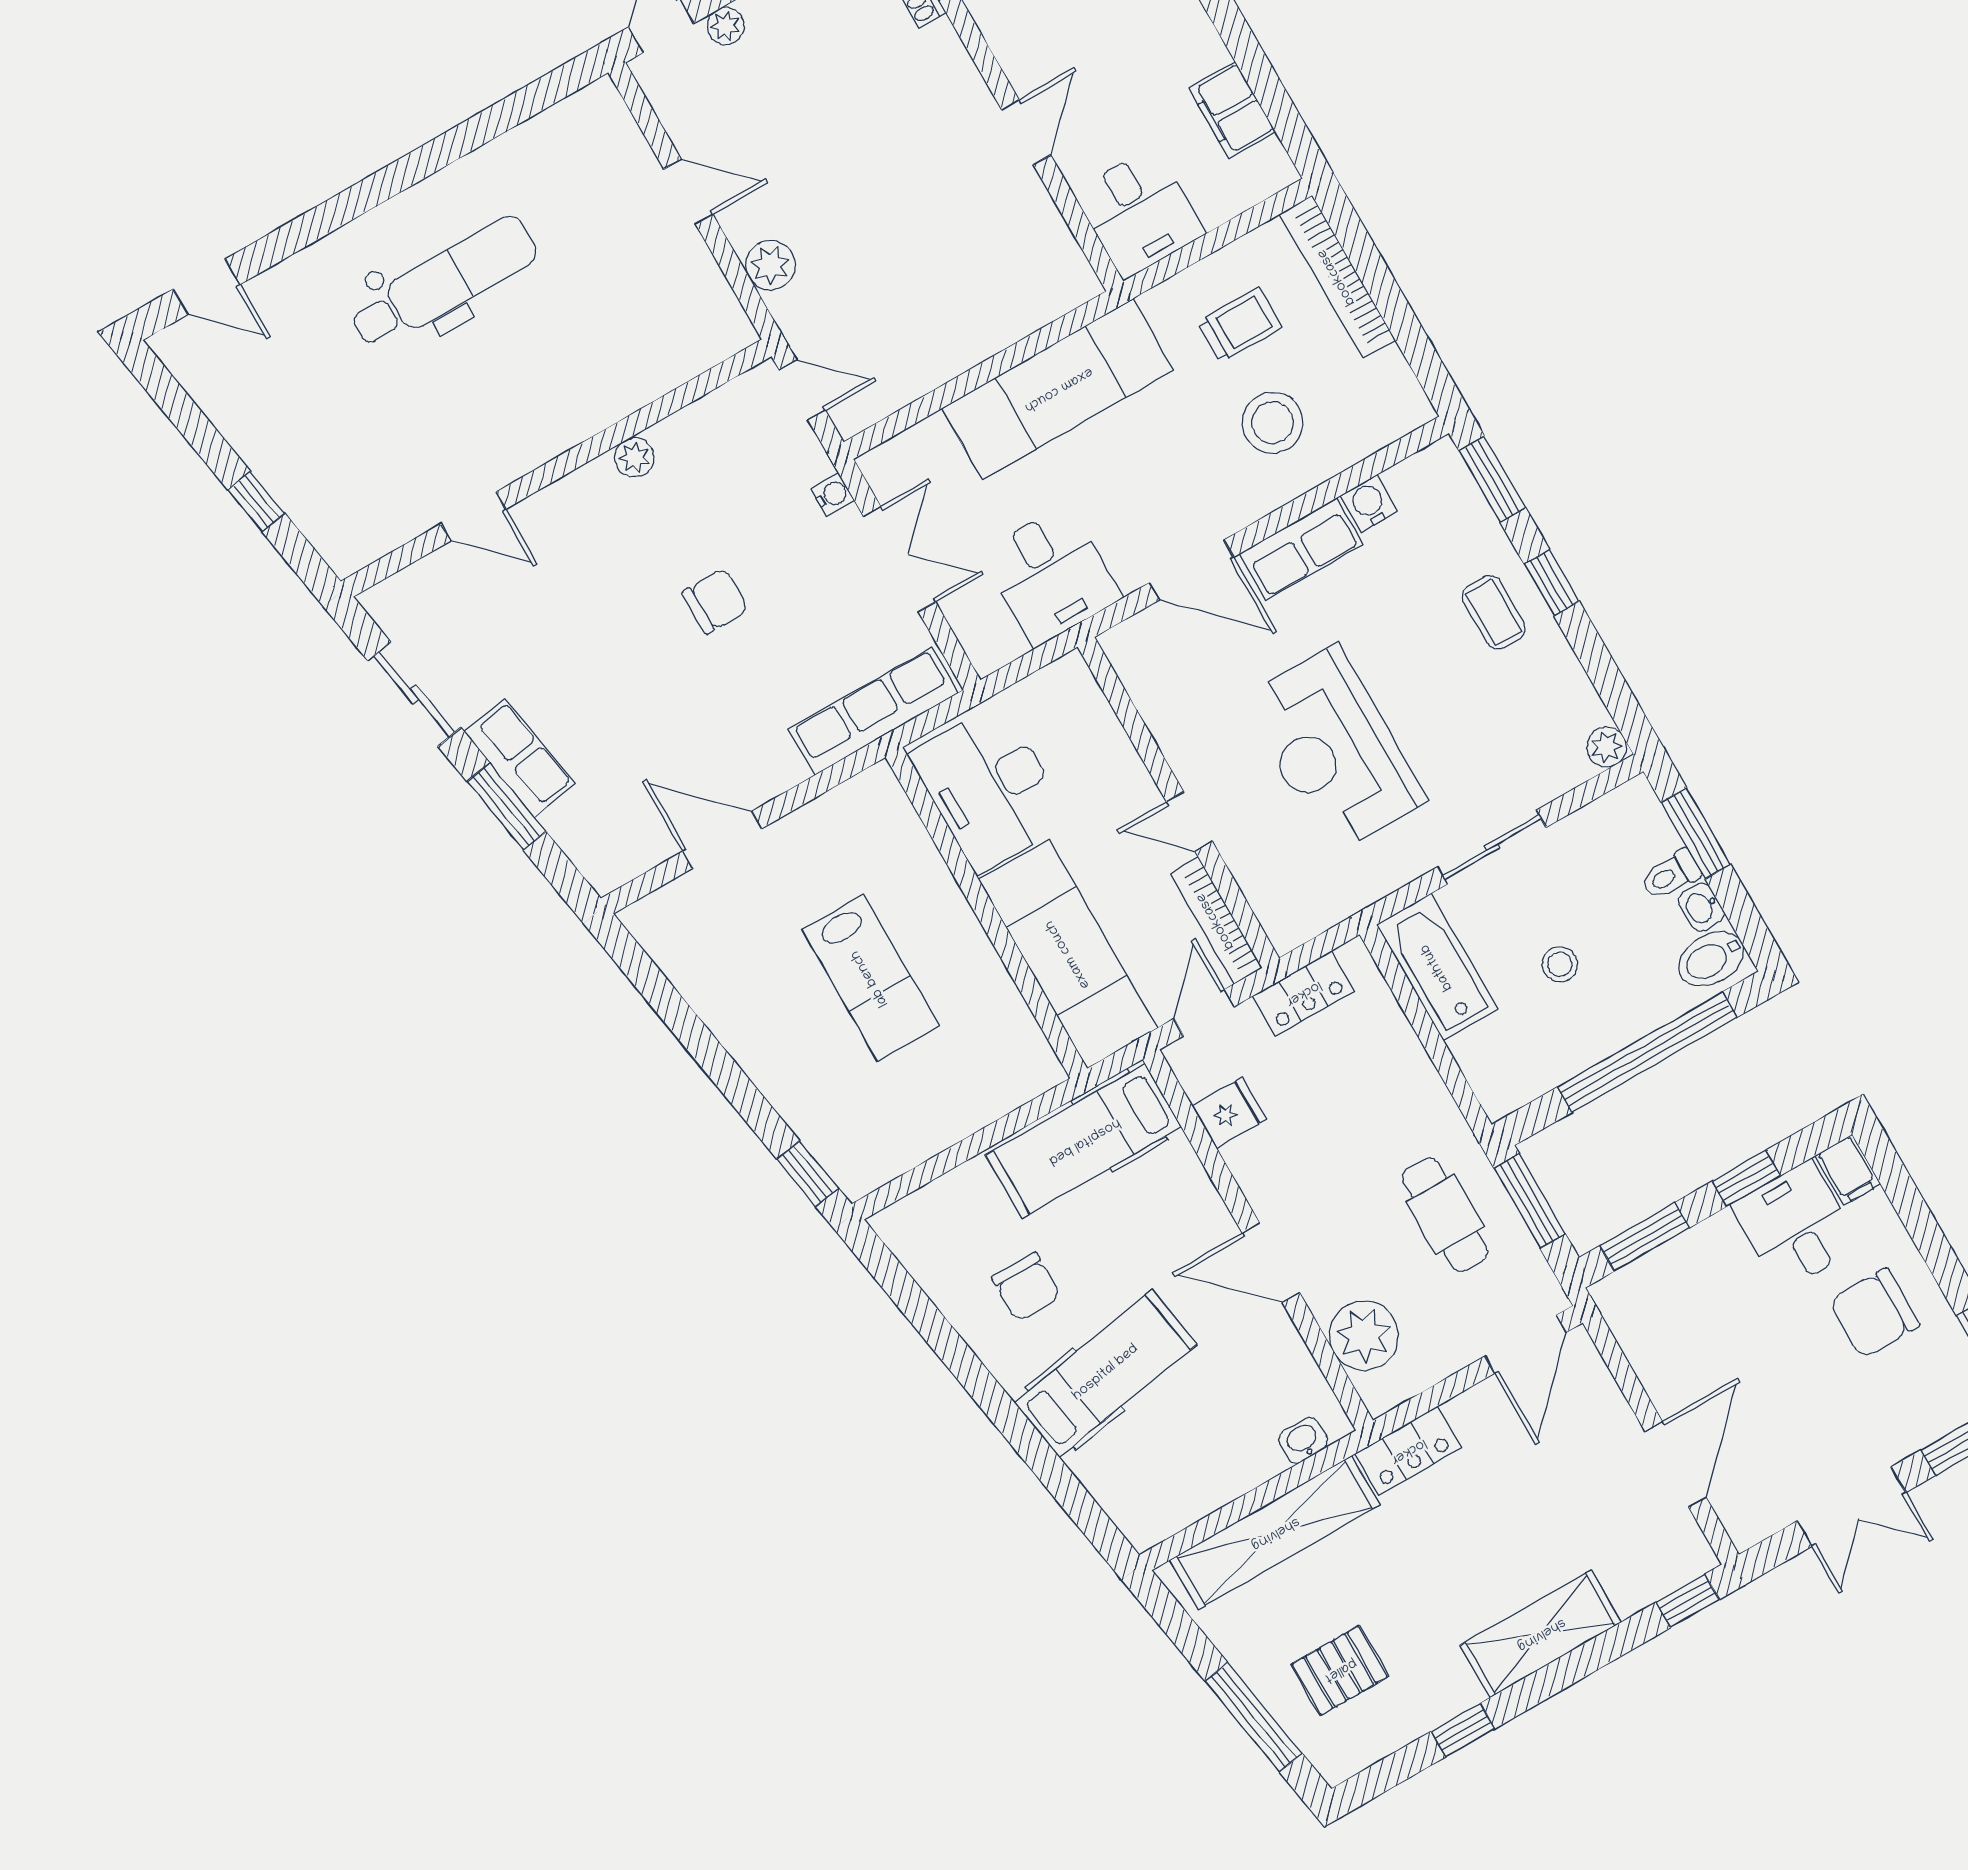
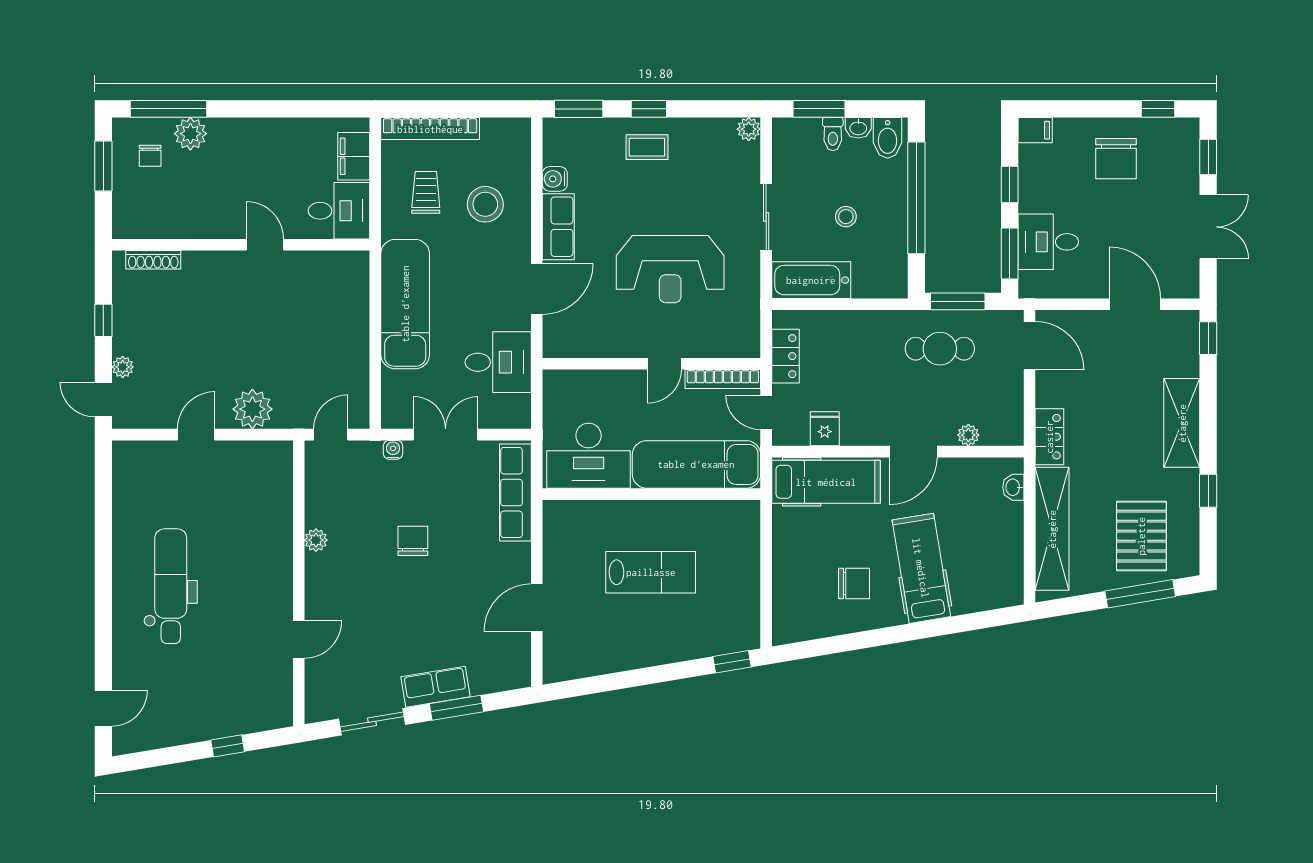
filing cabinet: (1232, 110) -> (354, 156), moved, turned 90
plant: (770, 265) -> (252, 409), width x1.36, depth x1.36
hospital bed: (1084, 1141) -> (826, 482), moved, turned -90
desk: (1796, 1226) -> (1048, 242), moved
plant: (1364, 1336) -> (968, 435), width x0.53, depth x0.53
pallet: (1340, 1670) -> (1141, 536), width x1.50, depth x1.42

